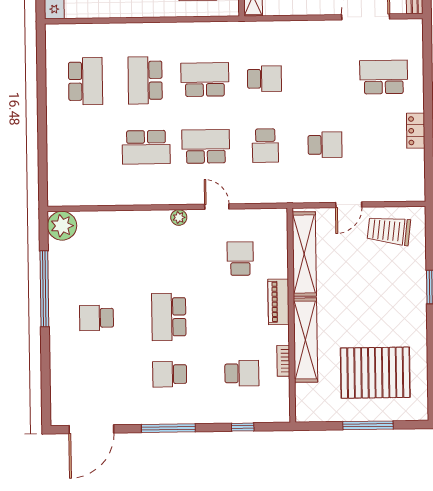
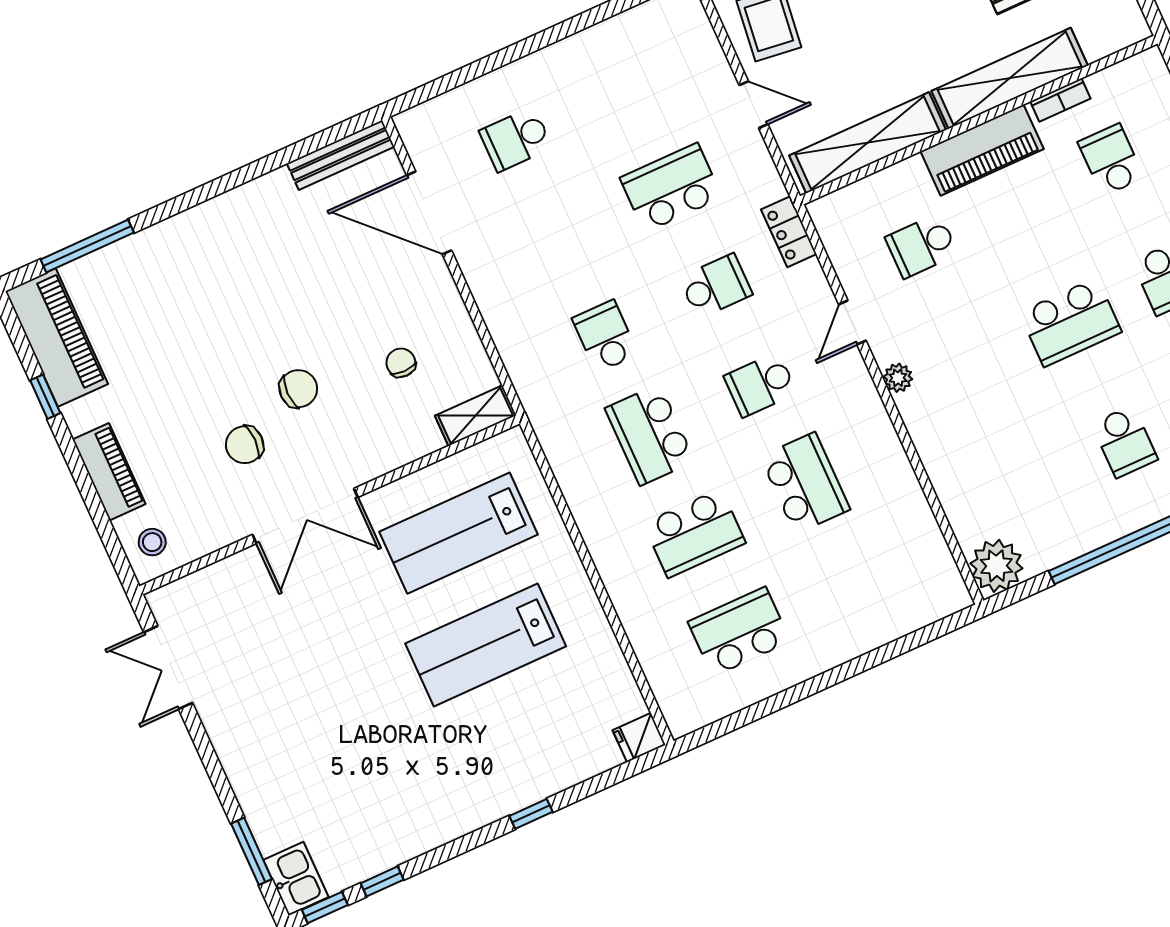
school desk: (384, 77) -> (516, 139), width x0.54
locker: (416, 131) -> (789, 232), moved, turned 90
school desk: (325, 145) -> (671, 188), width x1.85
school desk: (206, 146) -> (760, 385), width x0.54
piano: (278, 302) -> (982, 150), width x1.37, depth x1.33

